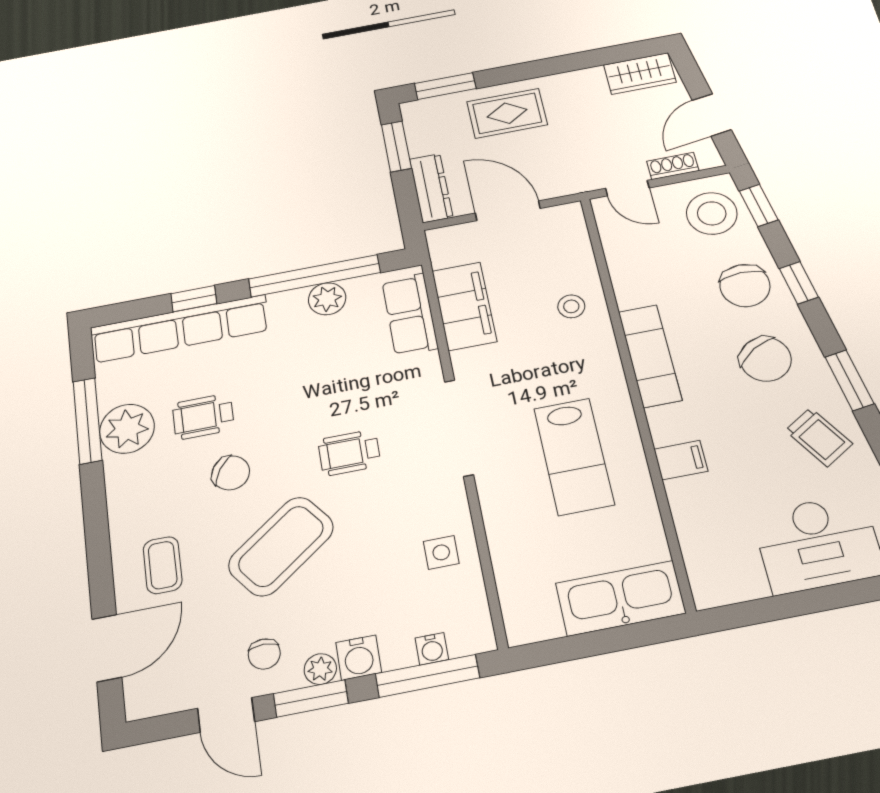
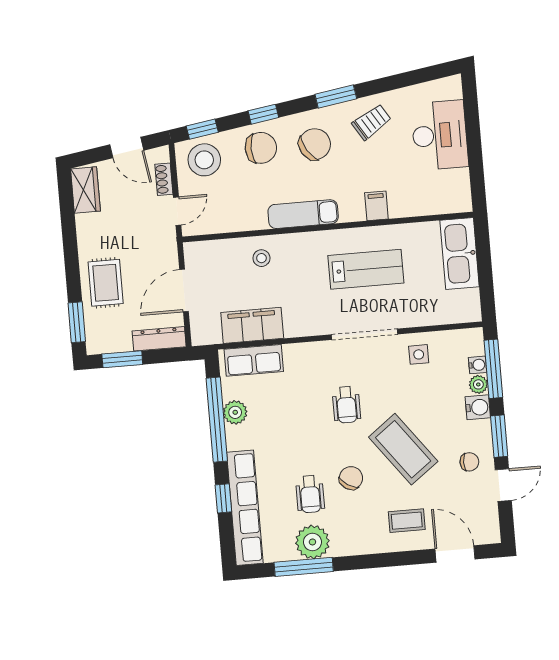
doorway: (459, 428) -> (365, 334), moved
plant: (320, 669) -> (478, 384), moved

